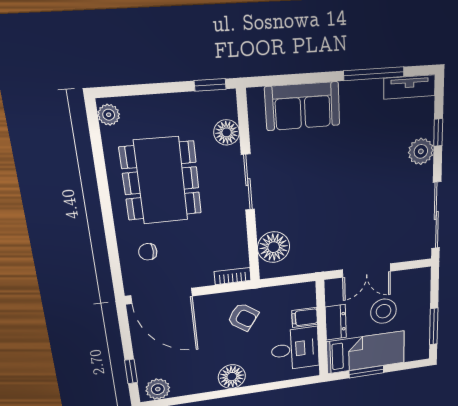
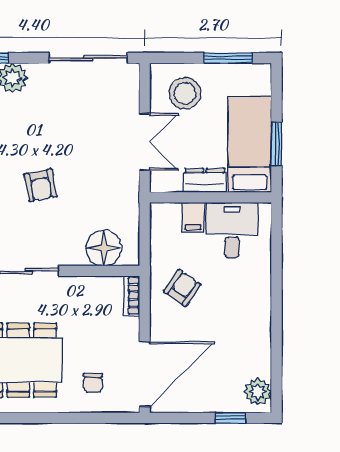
armchair: (327, 186) -> (41, 185), added
stool: (384, 311) -> (185, 93), moved
floor lamp: (232, 377) -> (256, 307), removed

